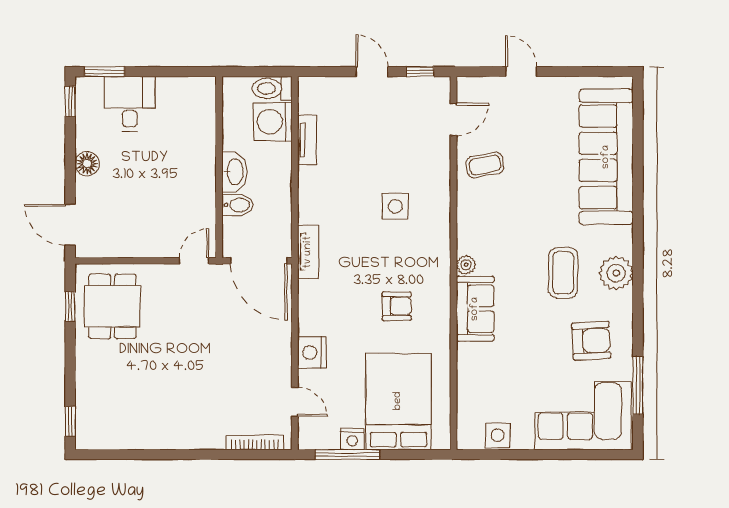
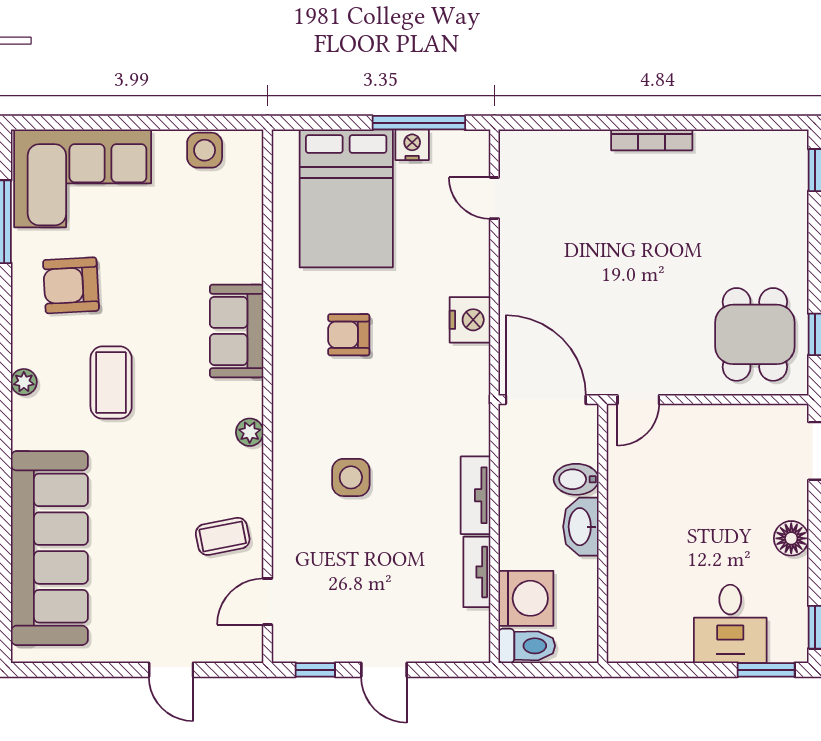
tv unit: (308, 252) -> (475, 495), moved
plant: (466, 265) -> (250, 432), moved
plant: (616, 273) -> (24, 382), width x0.53, depth x0.53
nightstand: (312, 353) -> (470, 320), moved
bookcase: (255, 442) -> (652, 140), moved

